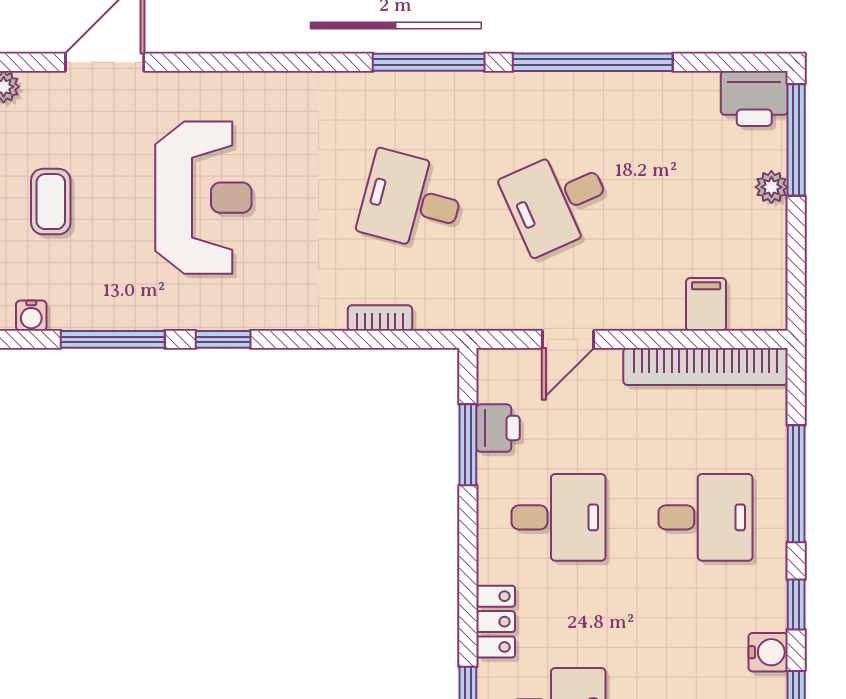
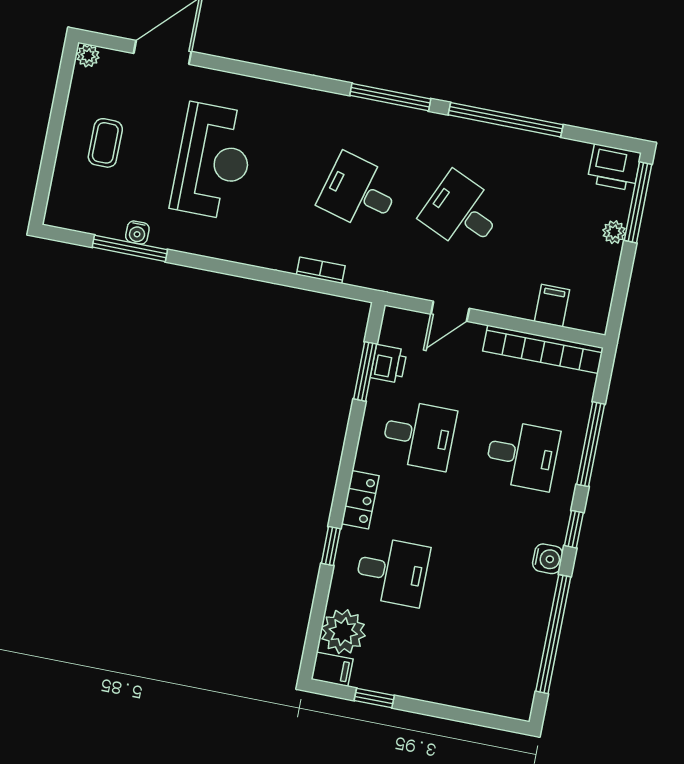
desk: (557, 201) -> (462, 212), turned 48
water cooler: (31, 316) -> (137, 233), moved
window: (223, 339) -> (208, 264), removed

